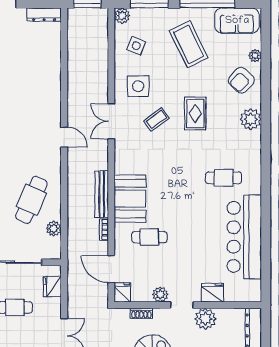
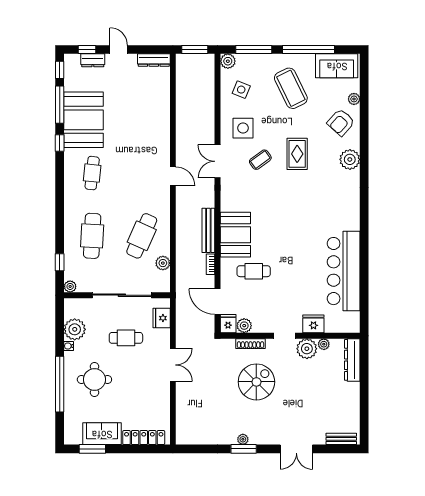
cafe table: (224, 178) -> (324, 215), removed
plant: (160, 294) -> (244, 326), moved
shoe rack: (141, 313) -> (250, 344), width x1.43
plant: (223, 314) -> (324, 344), added

